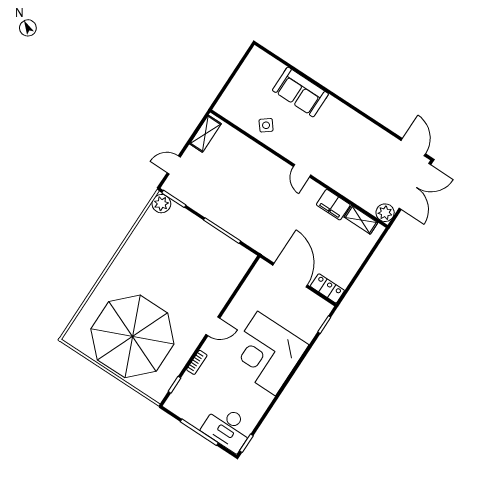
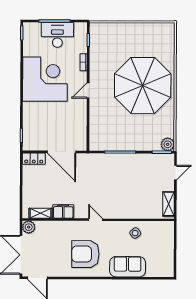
armchair: (340, 139) -> (85, 254), added
parasol: (132, 336) -> (143, 85), moved
corner desk: (267, 353) -> (45, 79), moved
desk: (228, 428) -> (57, 35), moved

